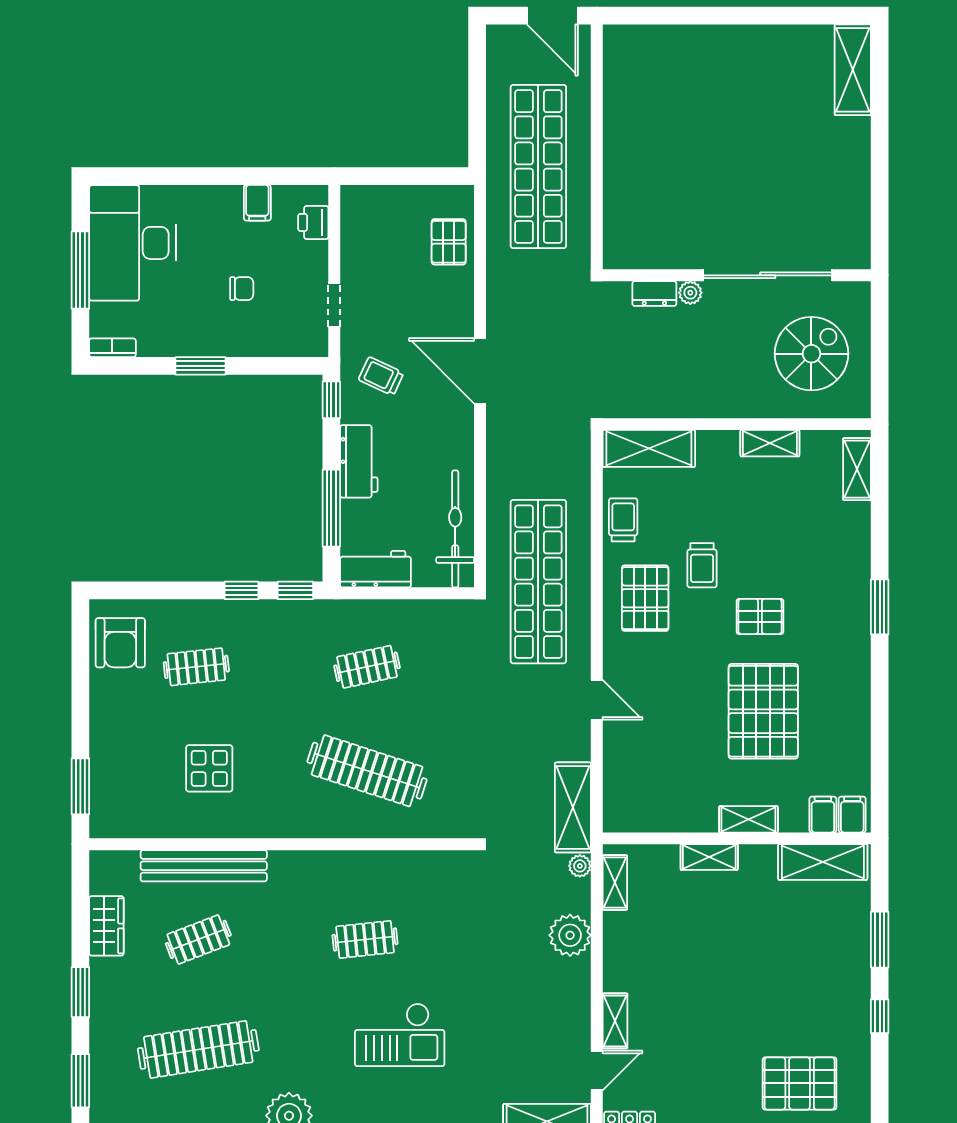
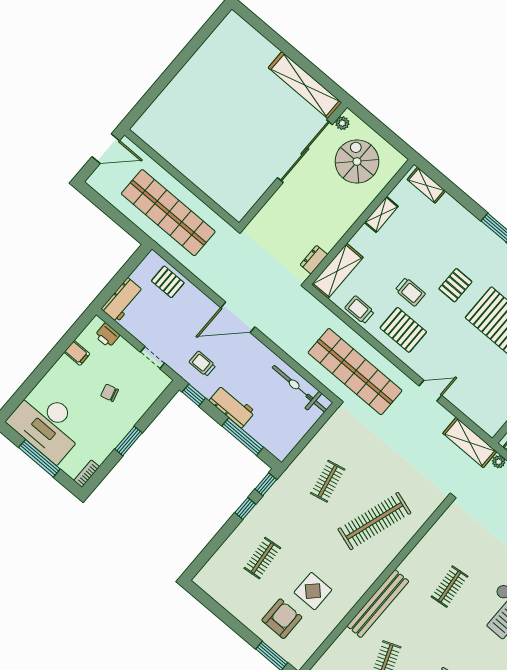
shelving: (853, 70) -> (305, 85), moved, width x1.47
chair: (242, 289) -> (110, 393), turned -105
plant: (690, 293) -> (342, 123), moved
dresser: (654, 294) -> (314, 260), moved, turned 180
trolley: (381, 376) -> (202, 364), turned 65
workbench: (375, 569) -> (122, 300), moved, turned 180
armchair: (120, 643) -> (282, 619), moved, turned -90
bench: (204, 866) -> (378, 604), moved

